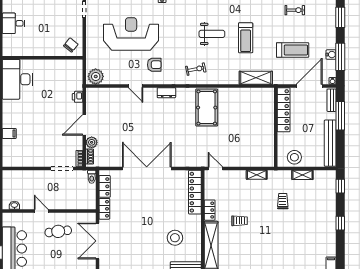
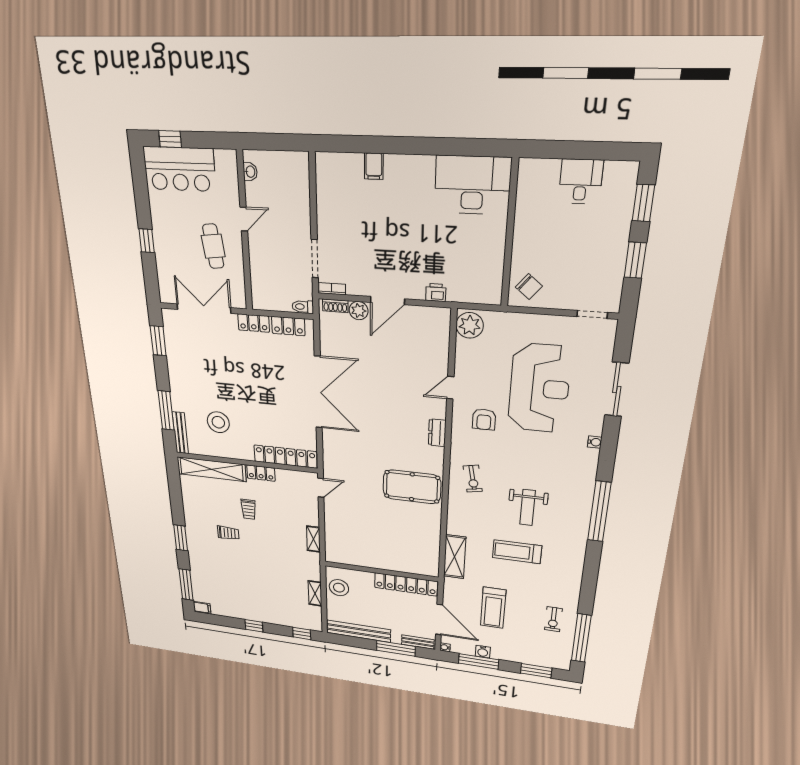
door: (84, 125) -> (388, 301), swing flipped
trolley: (283, 201) -> (228, 533), moved

